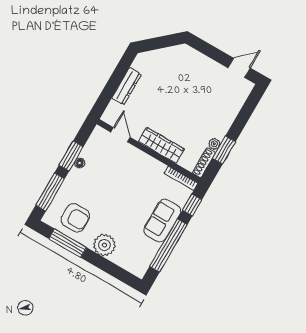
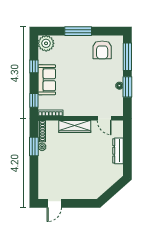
armchair: (75, 218) -> (102, 50), turned -90
window: (68, 243) -> (78, 31), moved
plant: (104, 245) -> (46, 43), moved
window: (168, 245) -> (34, 66), width x0.32

